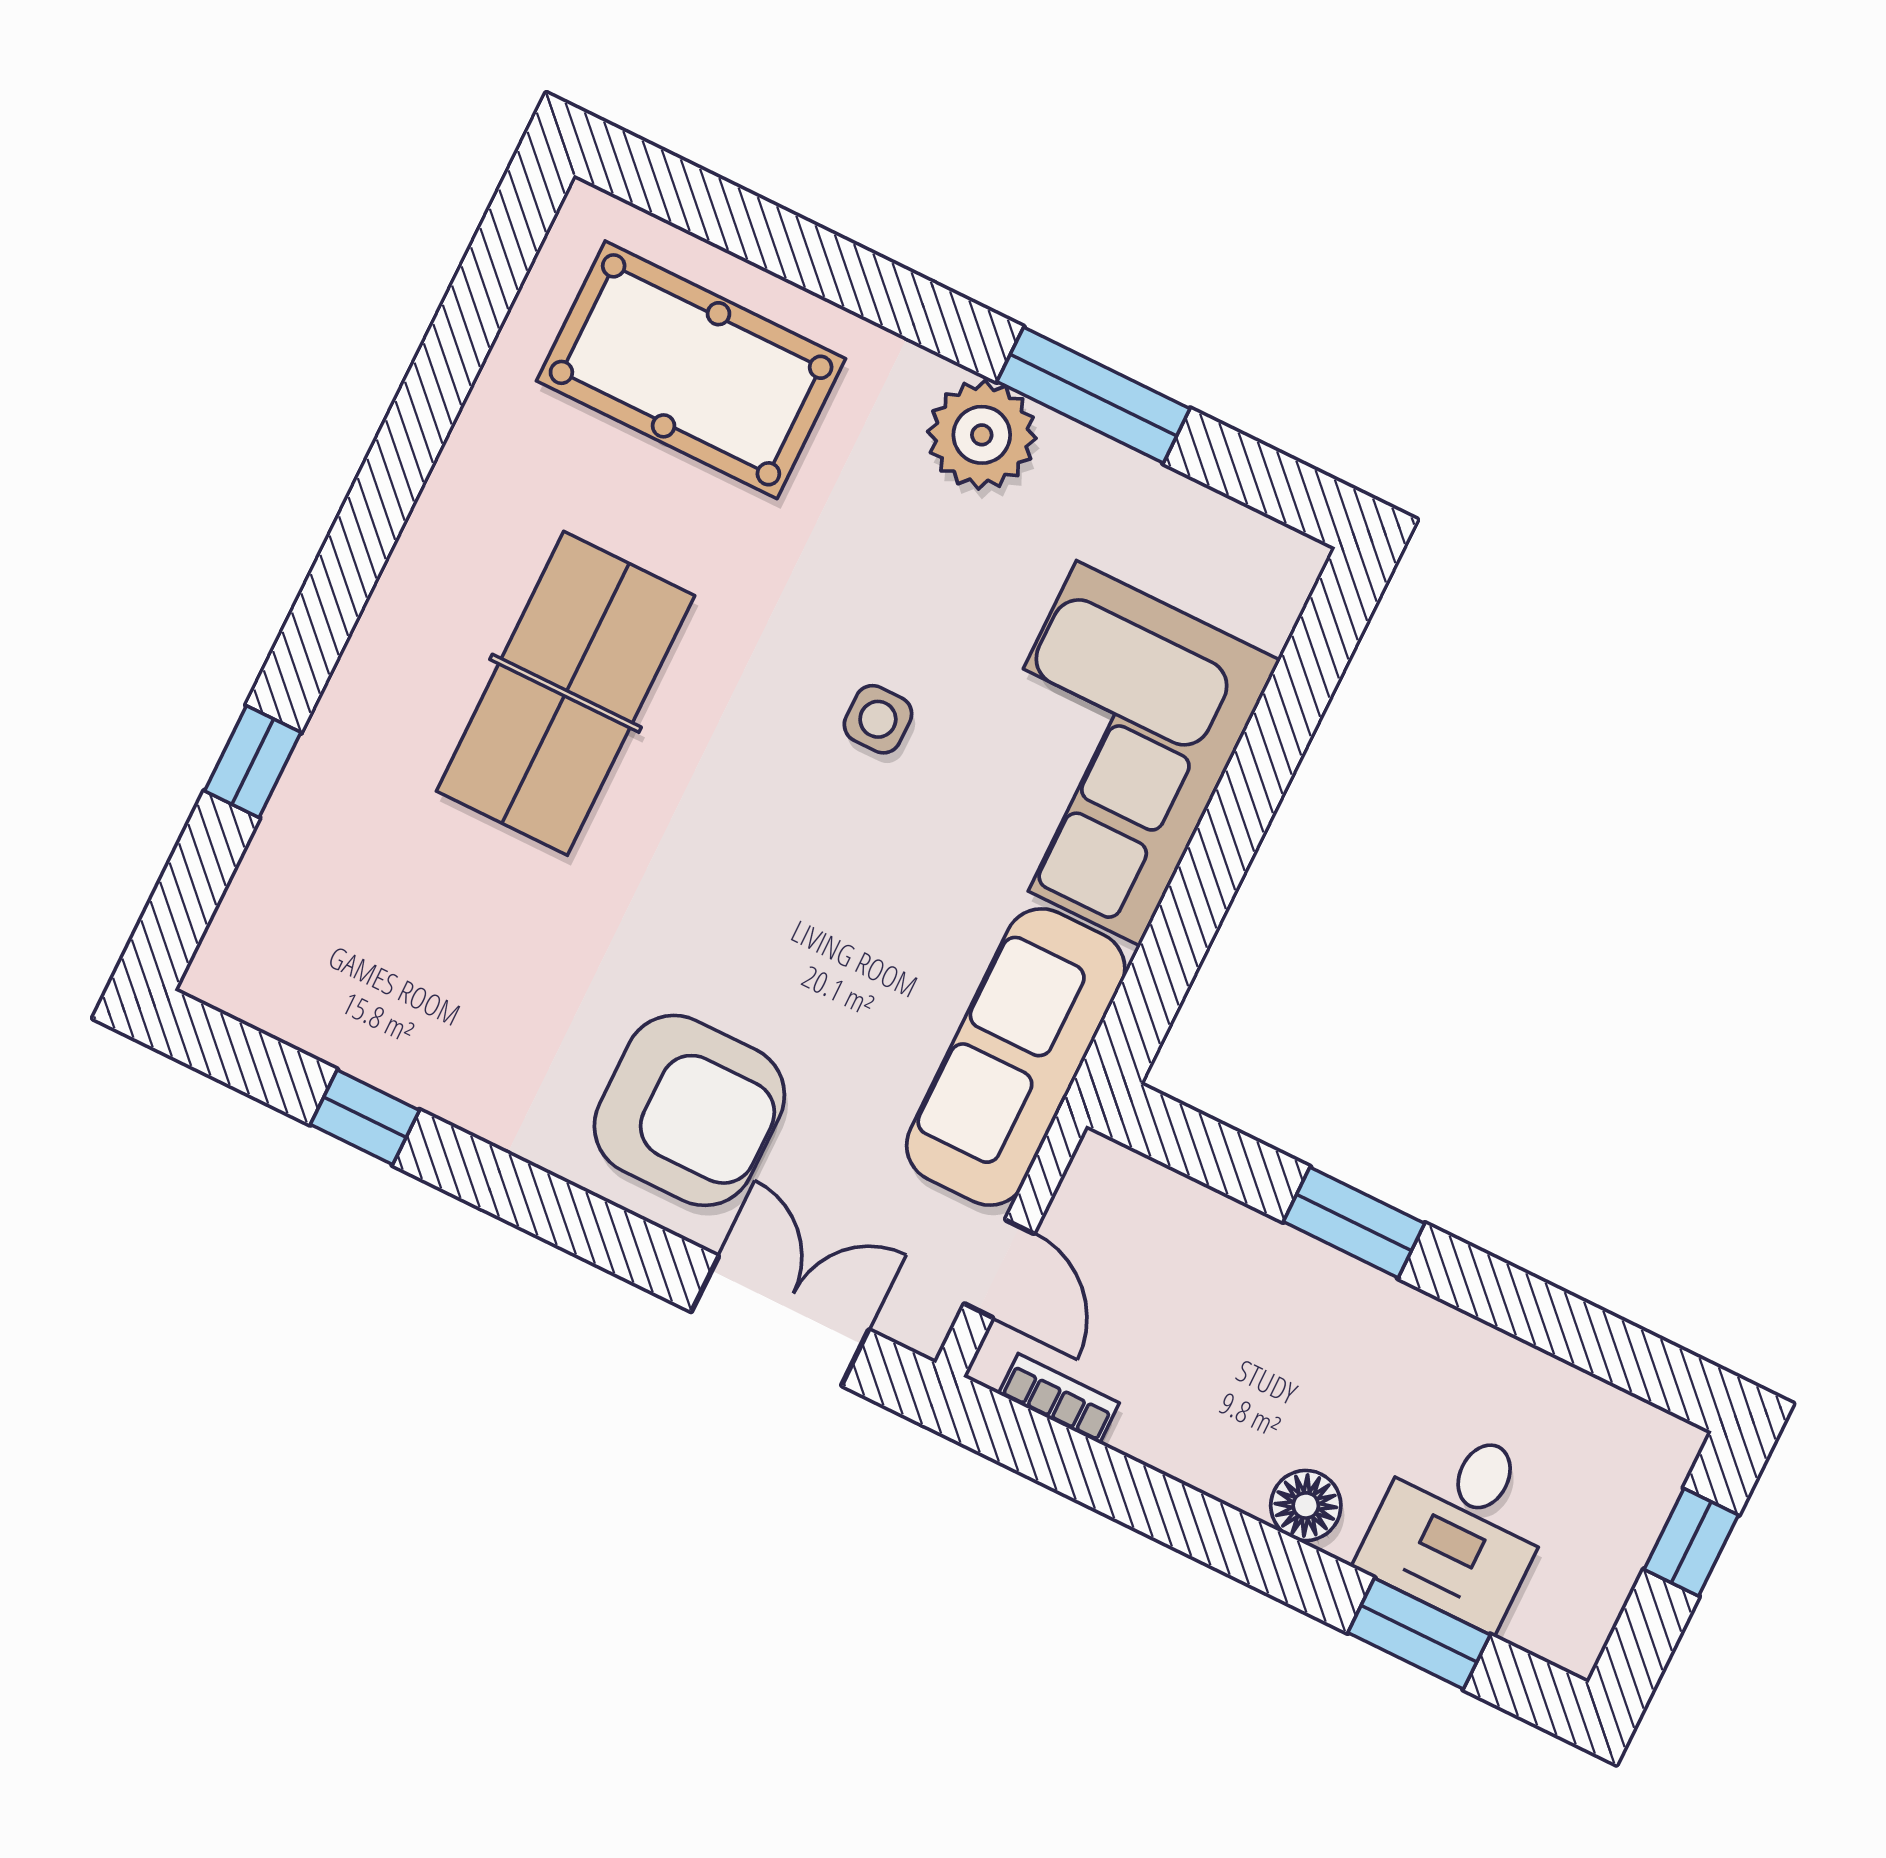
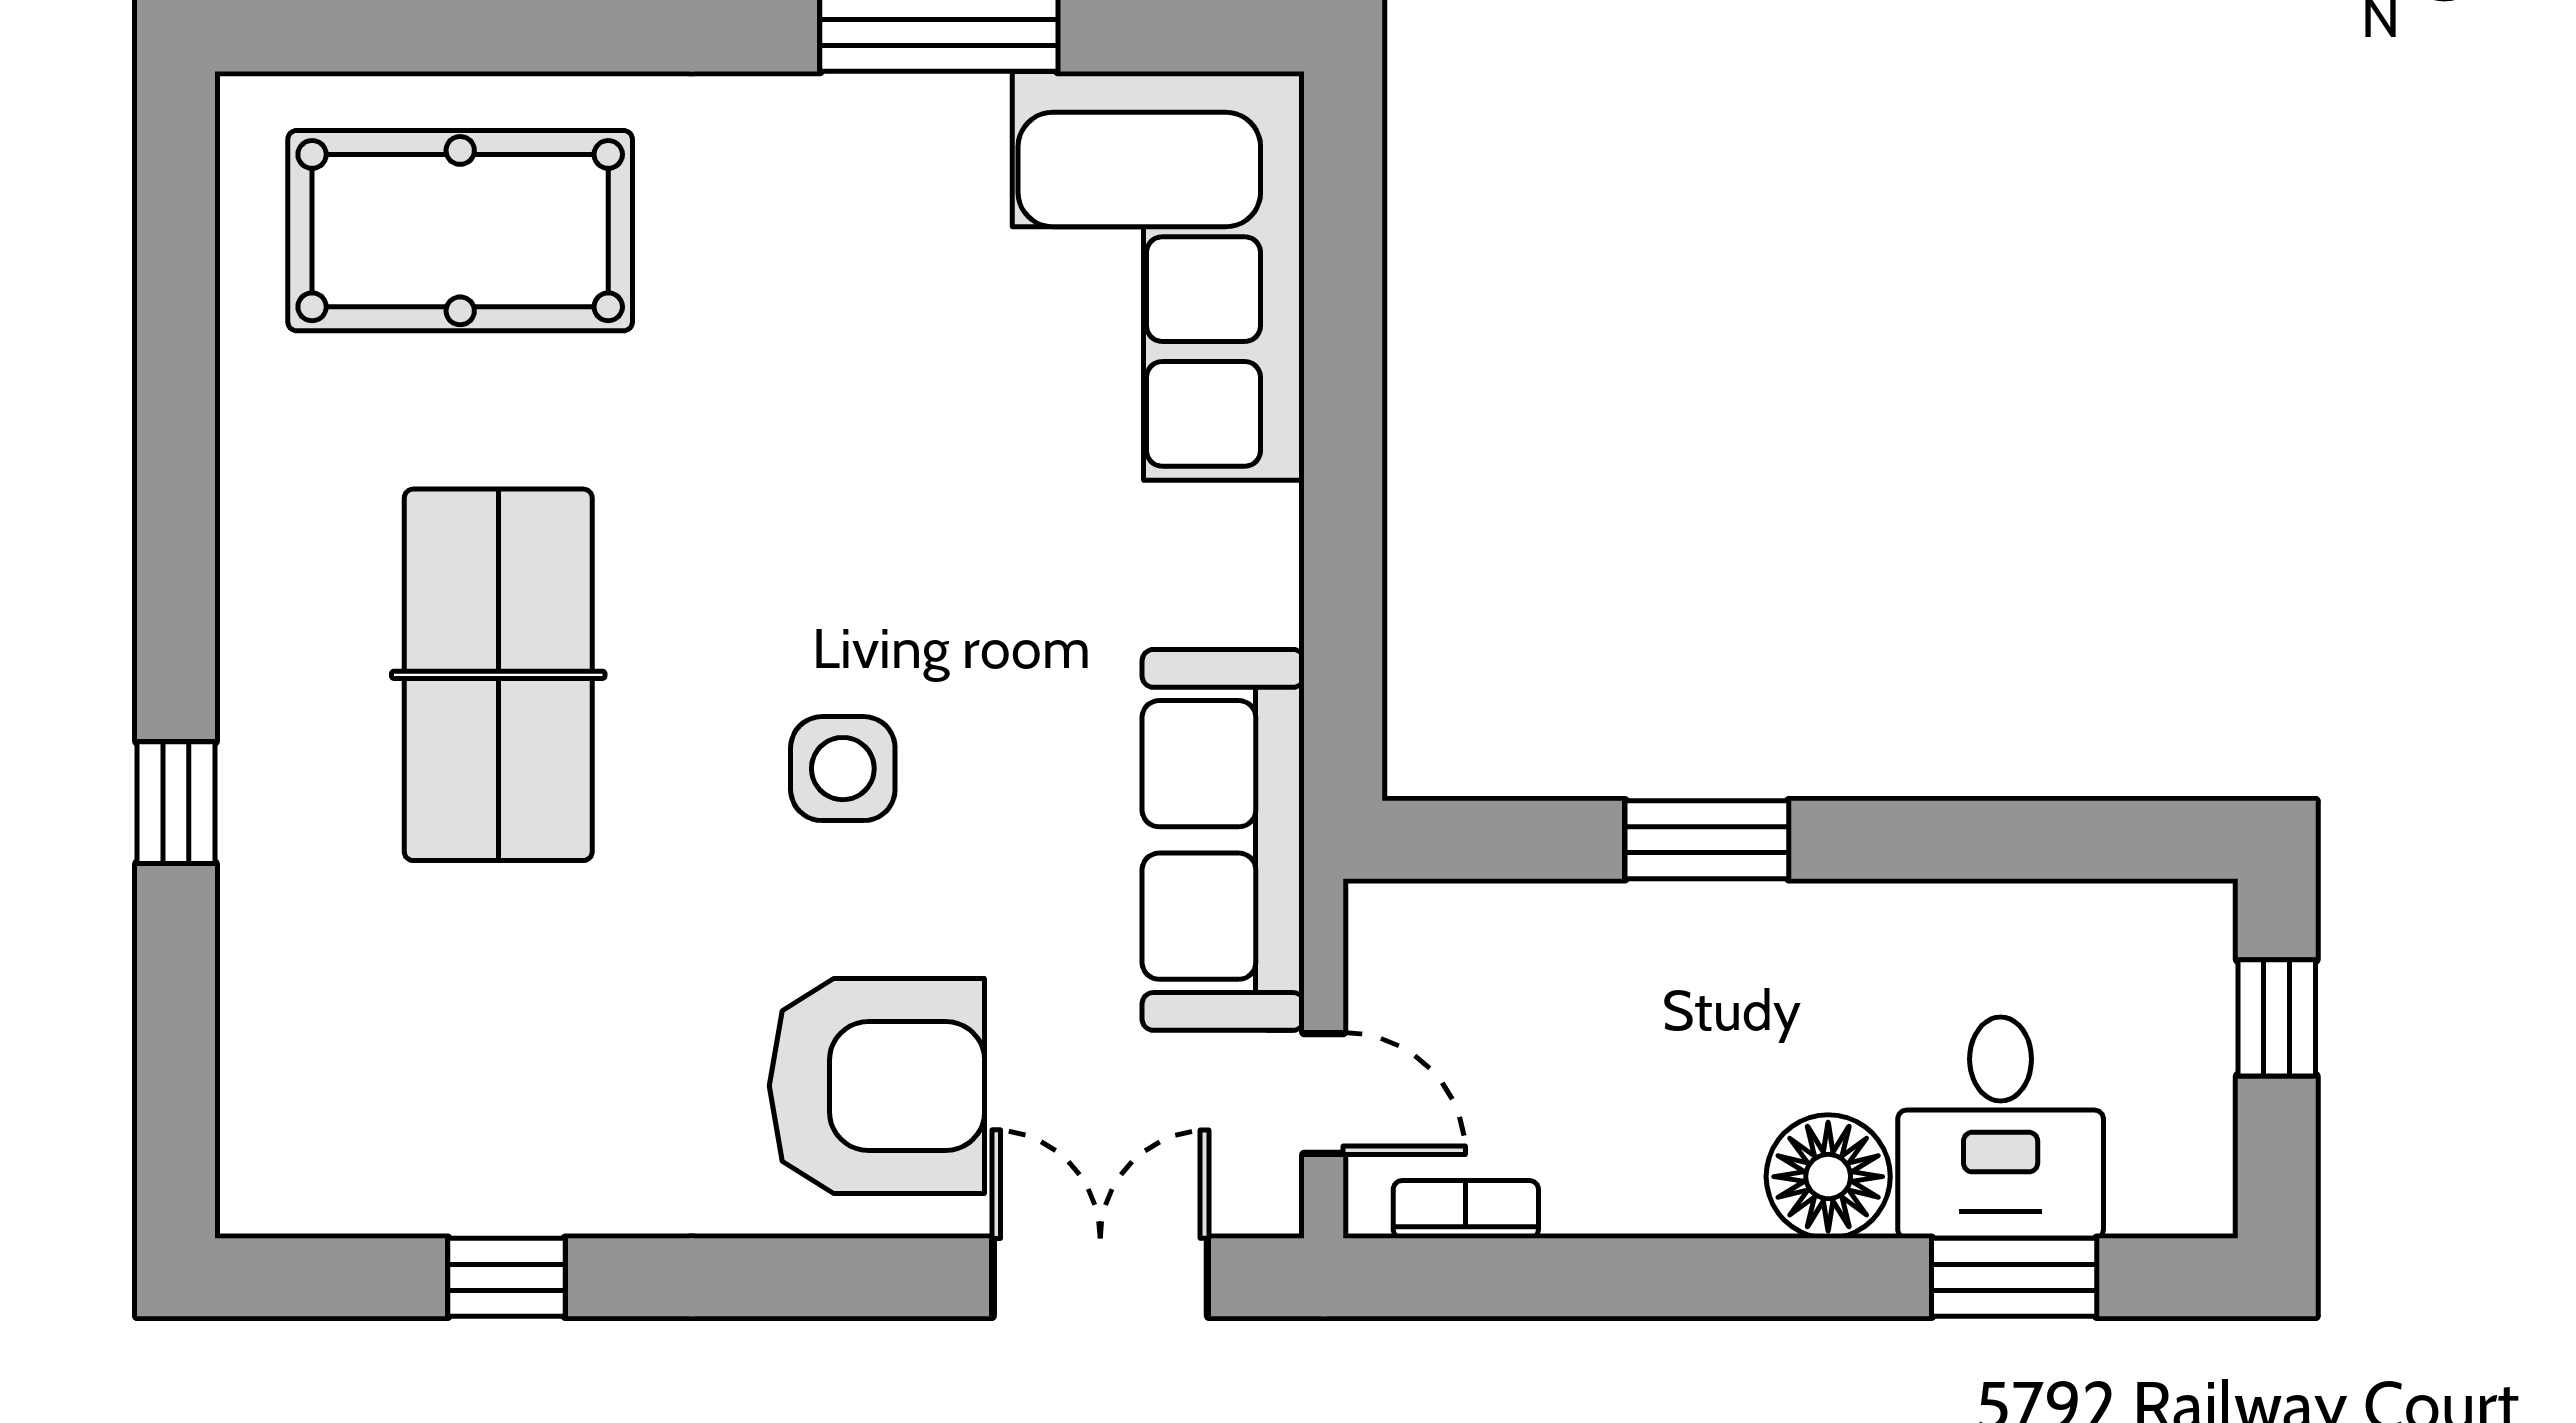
plant: (982, 435) -> (832, 141), removed
side table: (878, 719) -> (843, 769), moved, width x1.37, depth x1.37
corner sofa: (1108, 753) -> (1158, 276), moved
window: (253, 762) -> (176, 803), moved
floor lamp: (1306, 1505) -> (1828, 1177), width x1.38, depth x1.38

